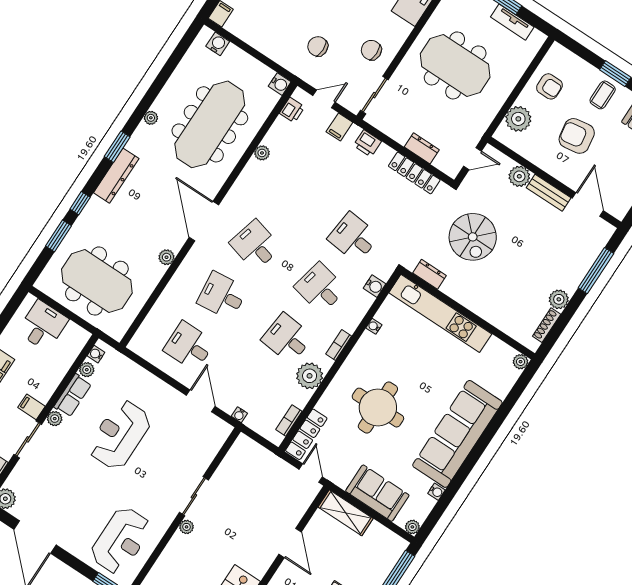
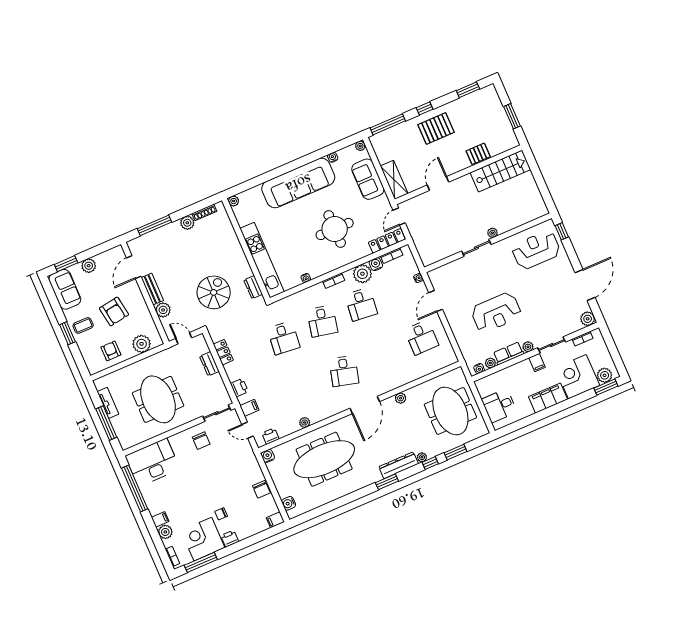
chair: (318, 46) -> (261, 489), moved
plant: (151, 118) -> (422, 457), moved
locker: (414, 173) -> (223, 352), width x0.66
water cooler: (374, 286) -> (376, 264), moved
desk: (222, 296) -> (383, 354), removed

